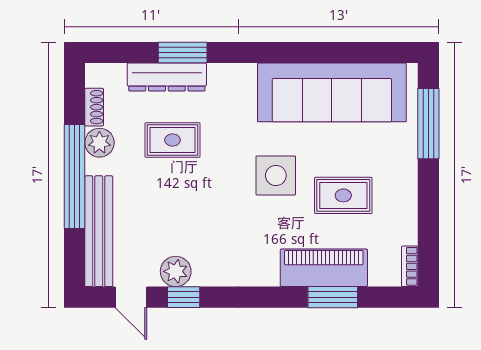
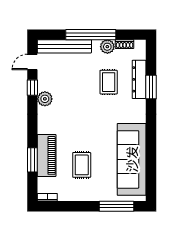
side table: (276, 175) -> (91, 132), removed
plant: (176, 271) -> (45, 99), moved

